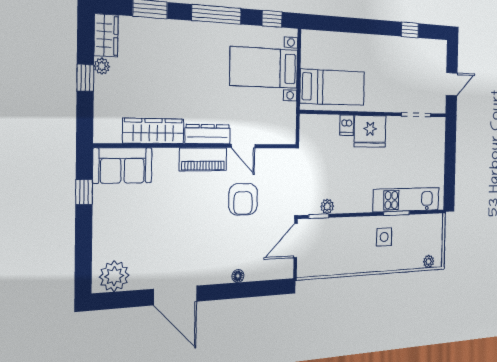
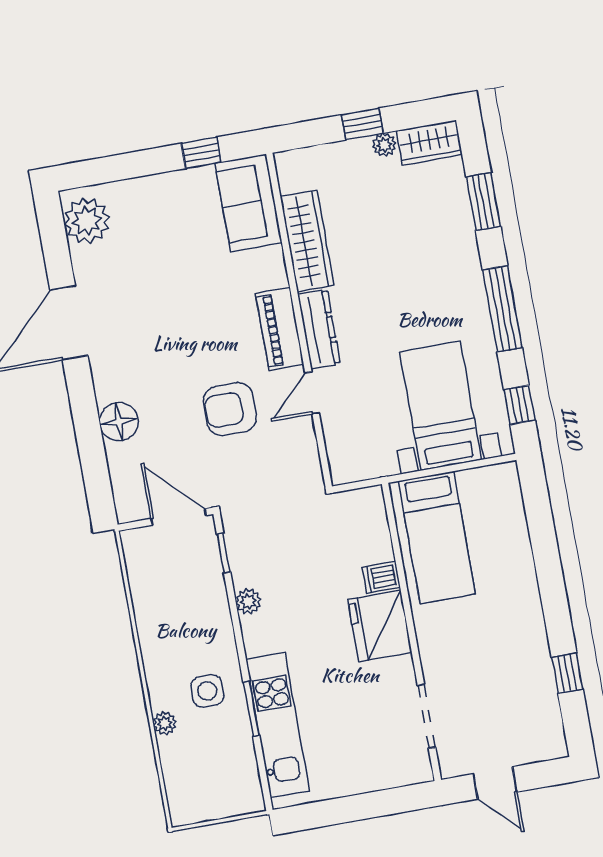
plant: (327, 206) -> (248, 601), moved
plant: (429, 262) -> (165, 723), moved
floor lamp: (238, 276) -> (119, 422), width x1.89, depth x1.89

